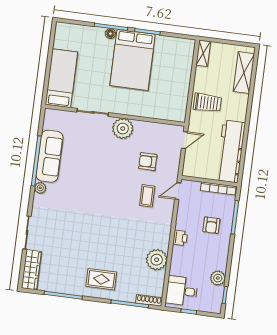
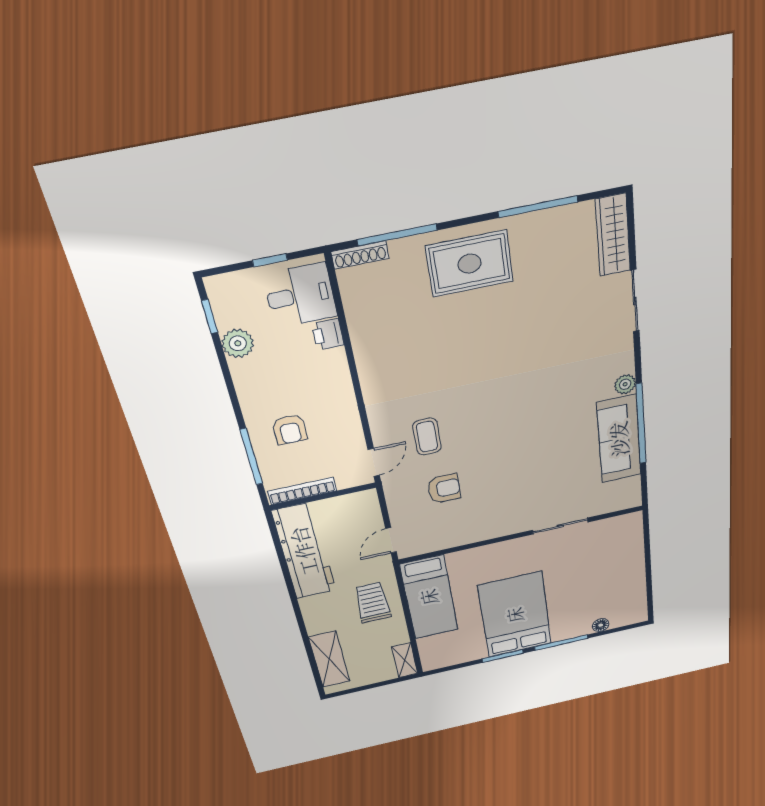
floor lamp: (110, 34) -> (601, 625), moved
bed: (61, 78) -> (429, 597), moved
trolley: (207, 103) -> (373, 603), turned 90
plant: (123, 129) -> (503, 521), removed
armchair: (211, 225) -> (290, 429), turned 180
printer: (180, 238) -> (328, 334), moved
plant: (157, 260) -> (372, 336), removed
rug: (101, 279) -> (470, 264), width x1.36, depth x1.43

